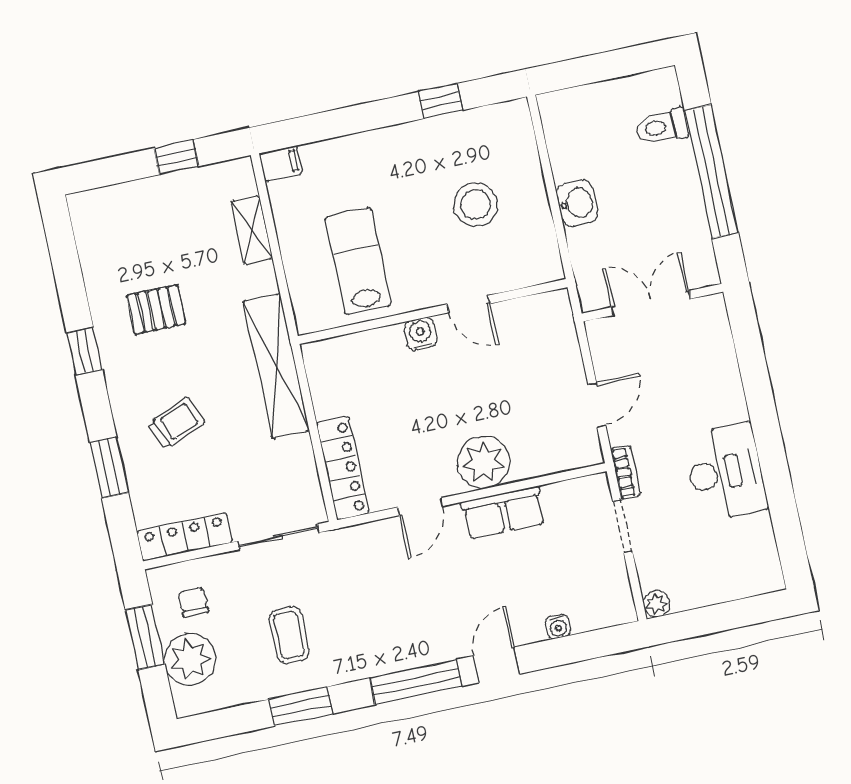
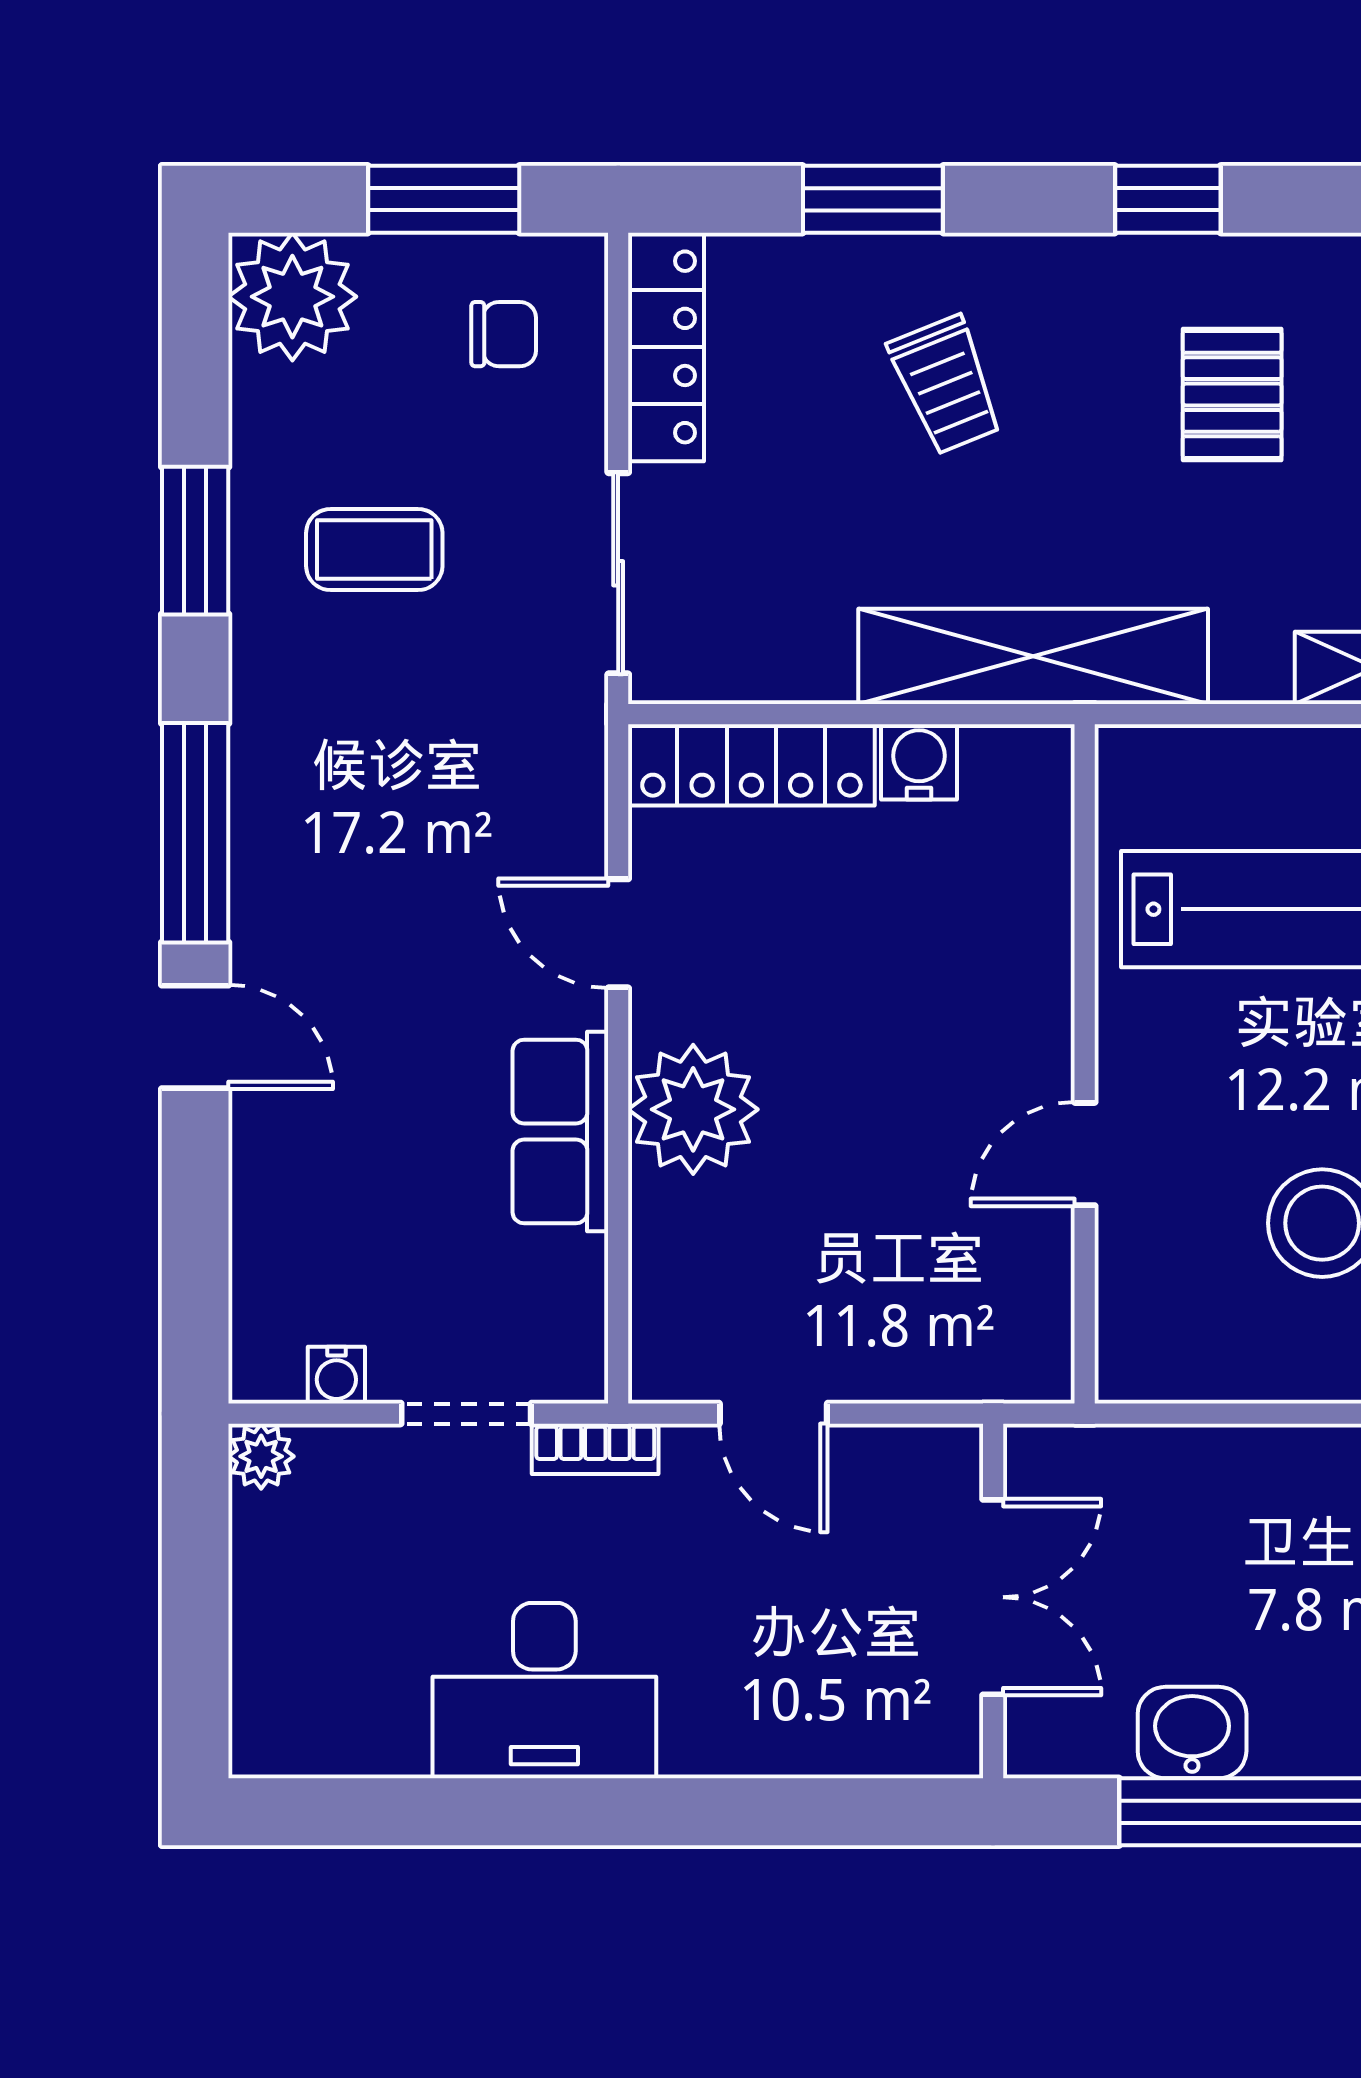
washbasin: (577, 203) -> (1192, 1733), moved, turned 180
water cooler: (421, 334) -> (919, 762), moved, turned -90
water cooler: (558, 626) -> (336, 1375), moved, turned -90
plant: (190, 659) -> (292, 297), moved

